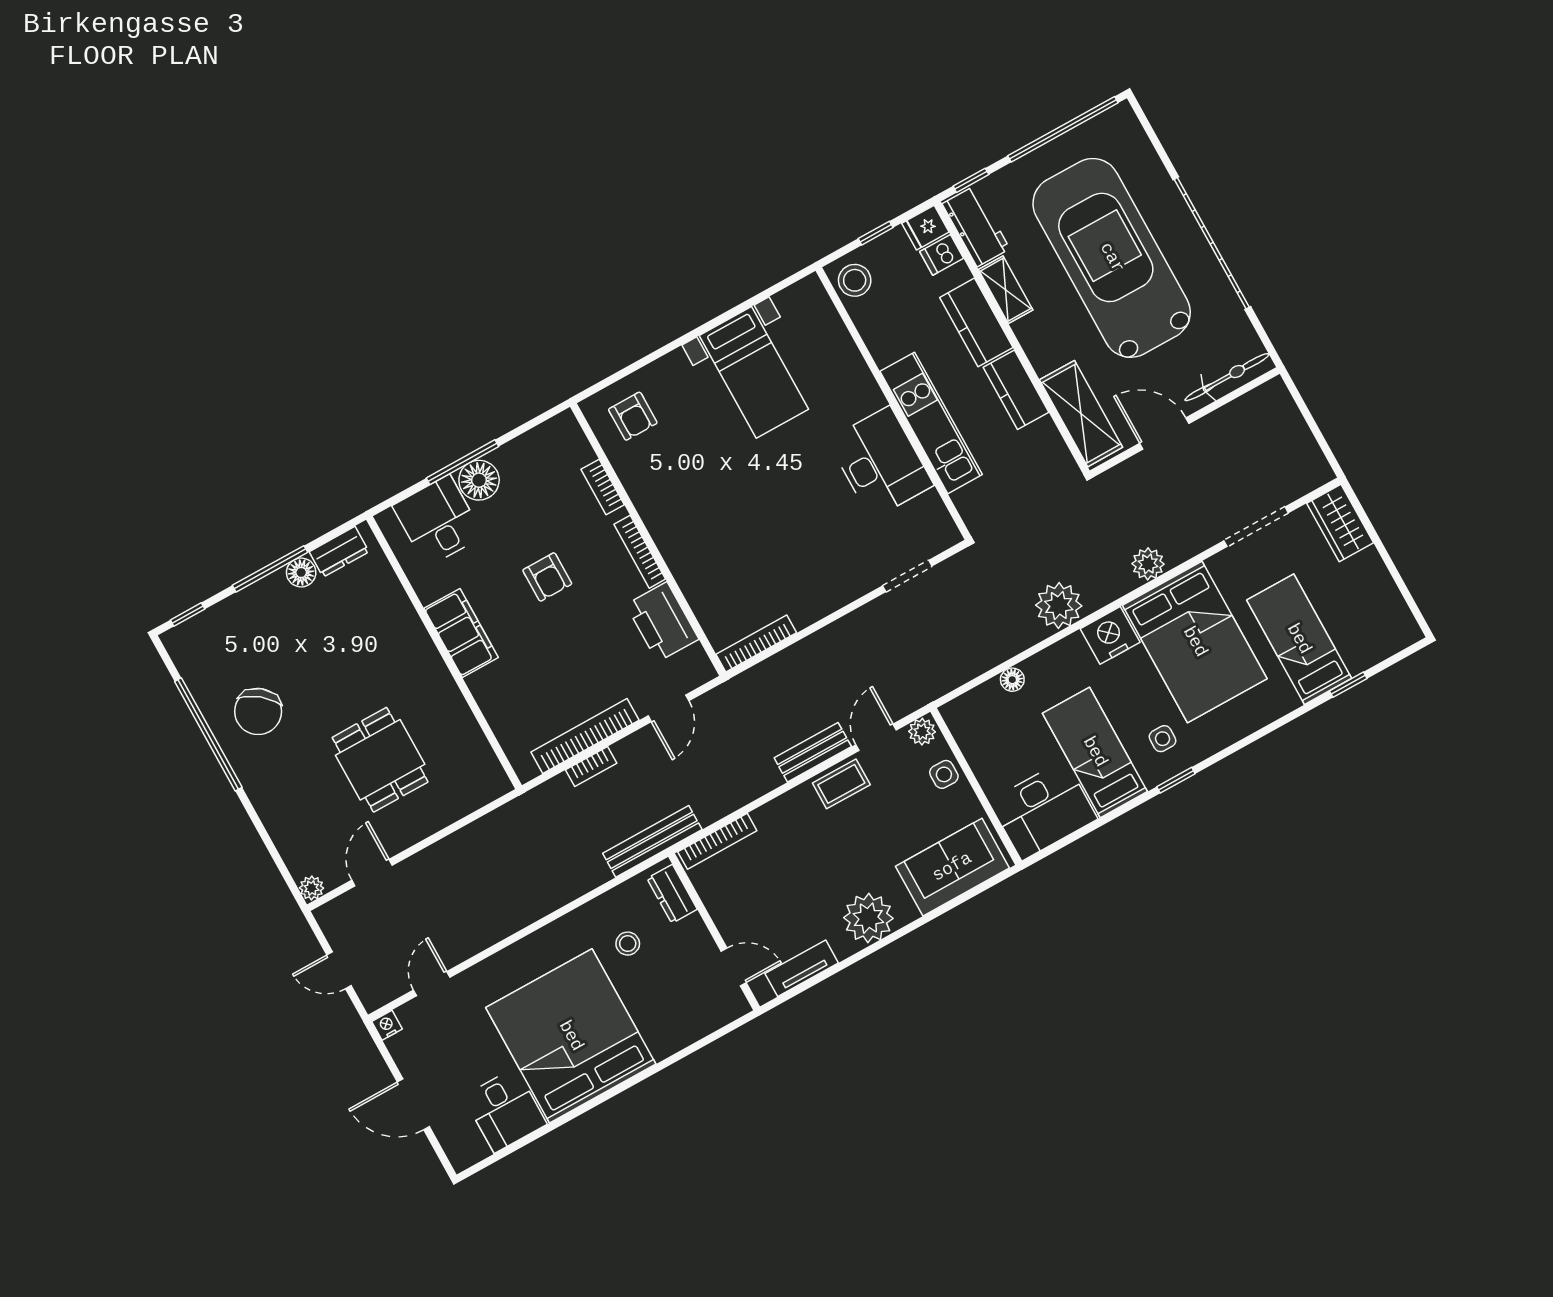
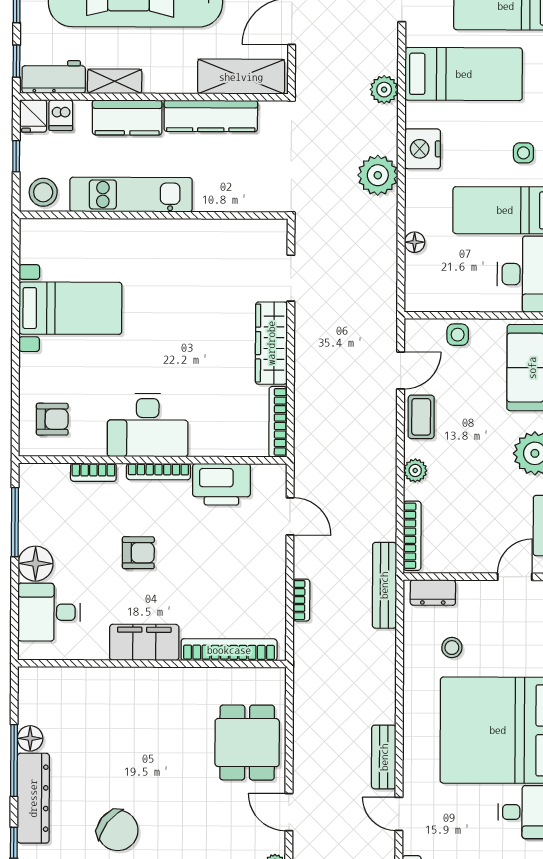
kitchen counter: (1016, 390) -> (211, 116), width x1.50
kitchen unit: (931, 423) -> (131, 195), moved
window: (462, 462) -> (15, 522), moved
desk: (880, 463) -> (148, 425), moved, turned 180
dresser: (339, 552) -> (33, 798), moved, width x1.96, depth x1.24
wardrobe: (831, 593) -> (271, 343), added
bed: (1195, 642) -> (464, 74), width x0.67
plant: (922, 732) -> (415, 470), moved
bookcase: (585, 736) -> (229, 650), moved, turned 90
door: (876, 737) -> (401, 370), swing flipped
bench: (813, 752) -> (384, 757), moved
dining table: (380, 760) -> (247, 743), moved, turned 90

